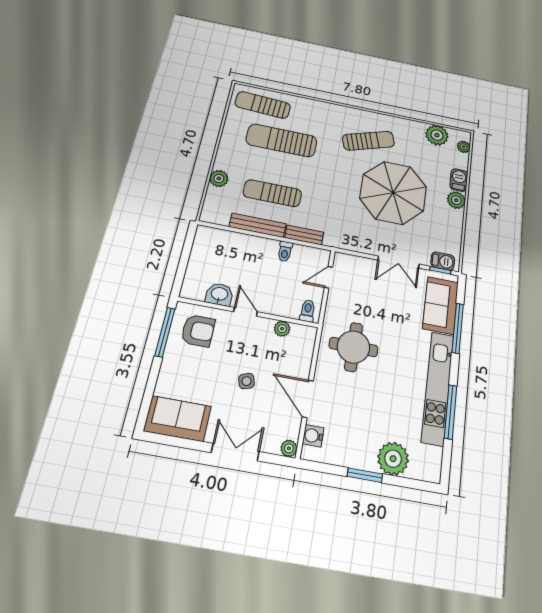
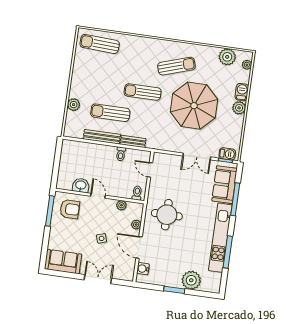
sun lounger: (282, 140) -> (143, 92), moved, width x0.73, depth x0.75
door: (328, 277) -> (150, 170), hinge flipped
plant: (289, 448) -> (136, 225), moved

